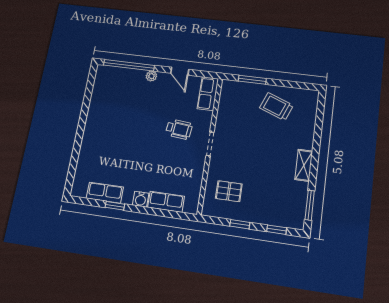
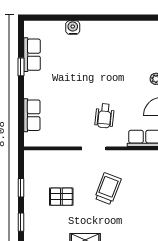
trolley: (276, 107) -> (108, 189), moved
pallet: (229, 191) -> (61, 197), moved, turned 90
water cooler: (141, 199) -> (73, 28), moved, turned 90

